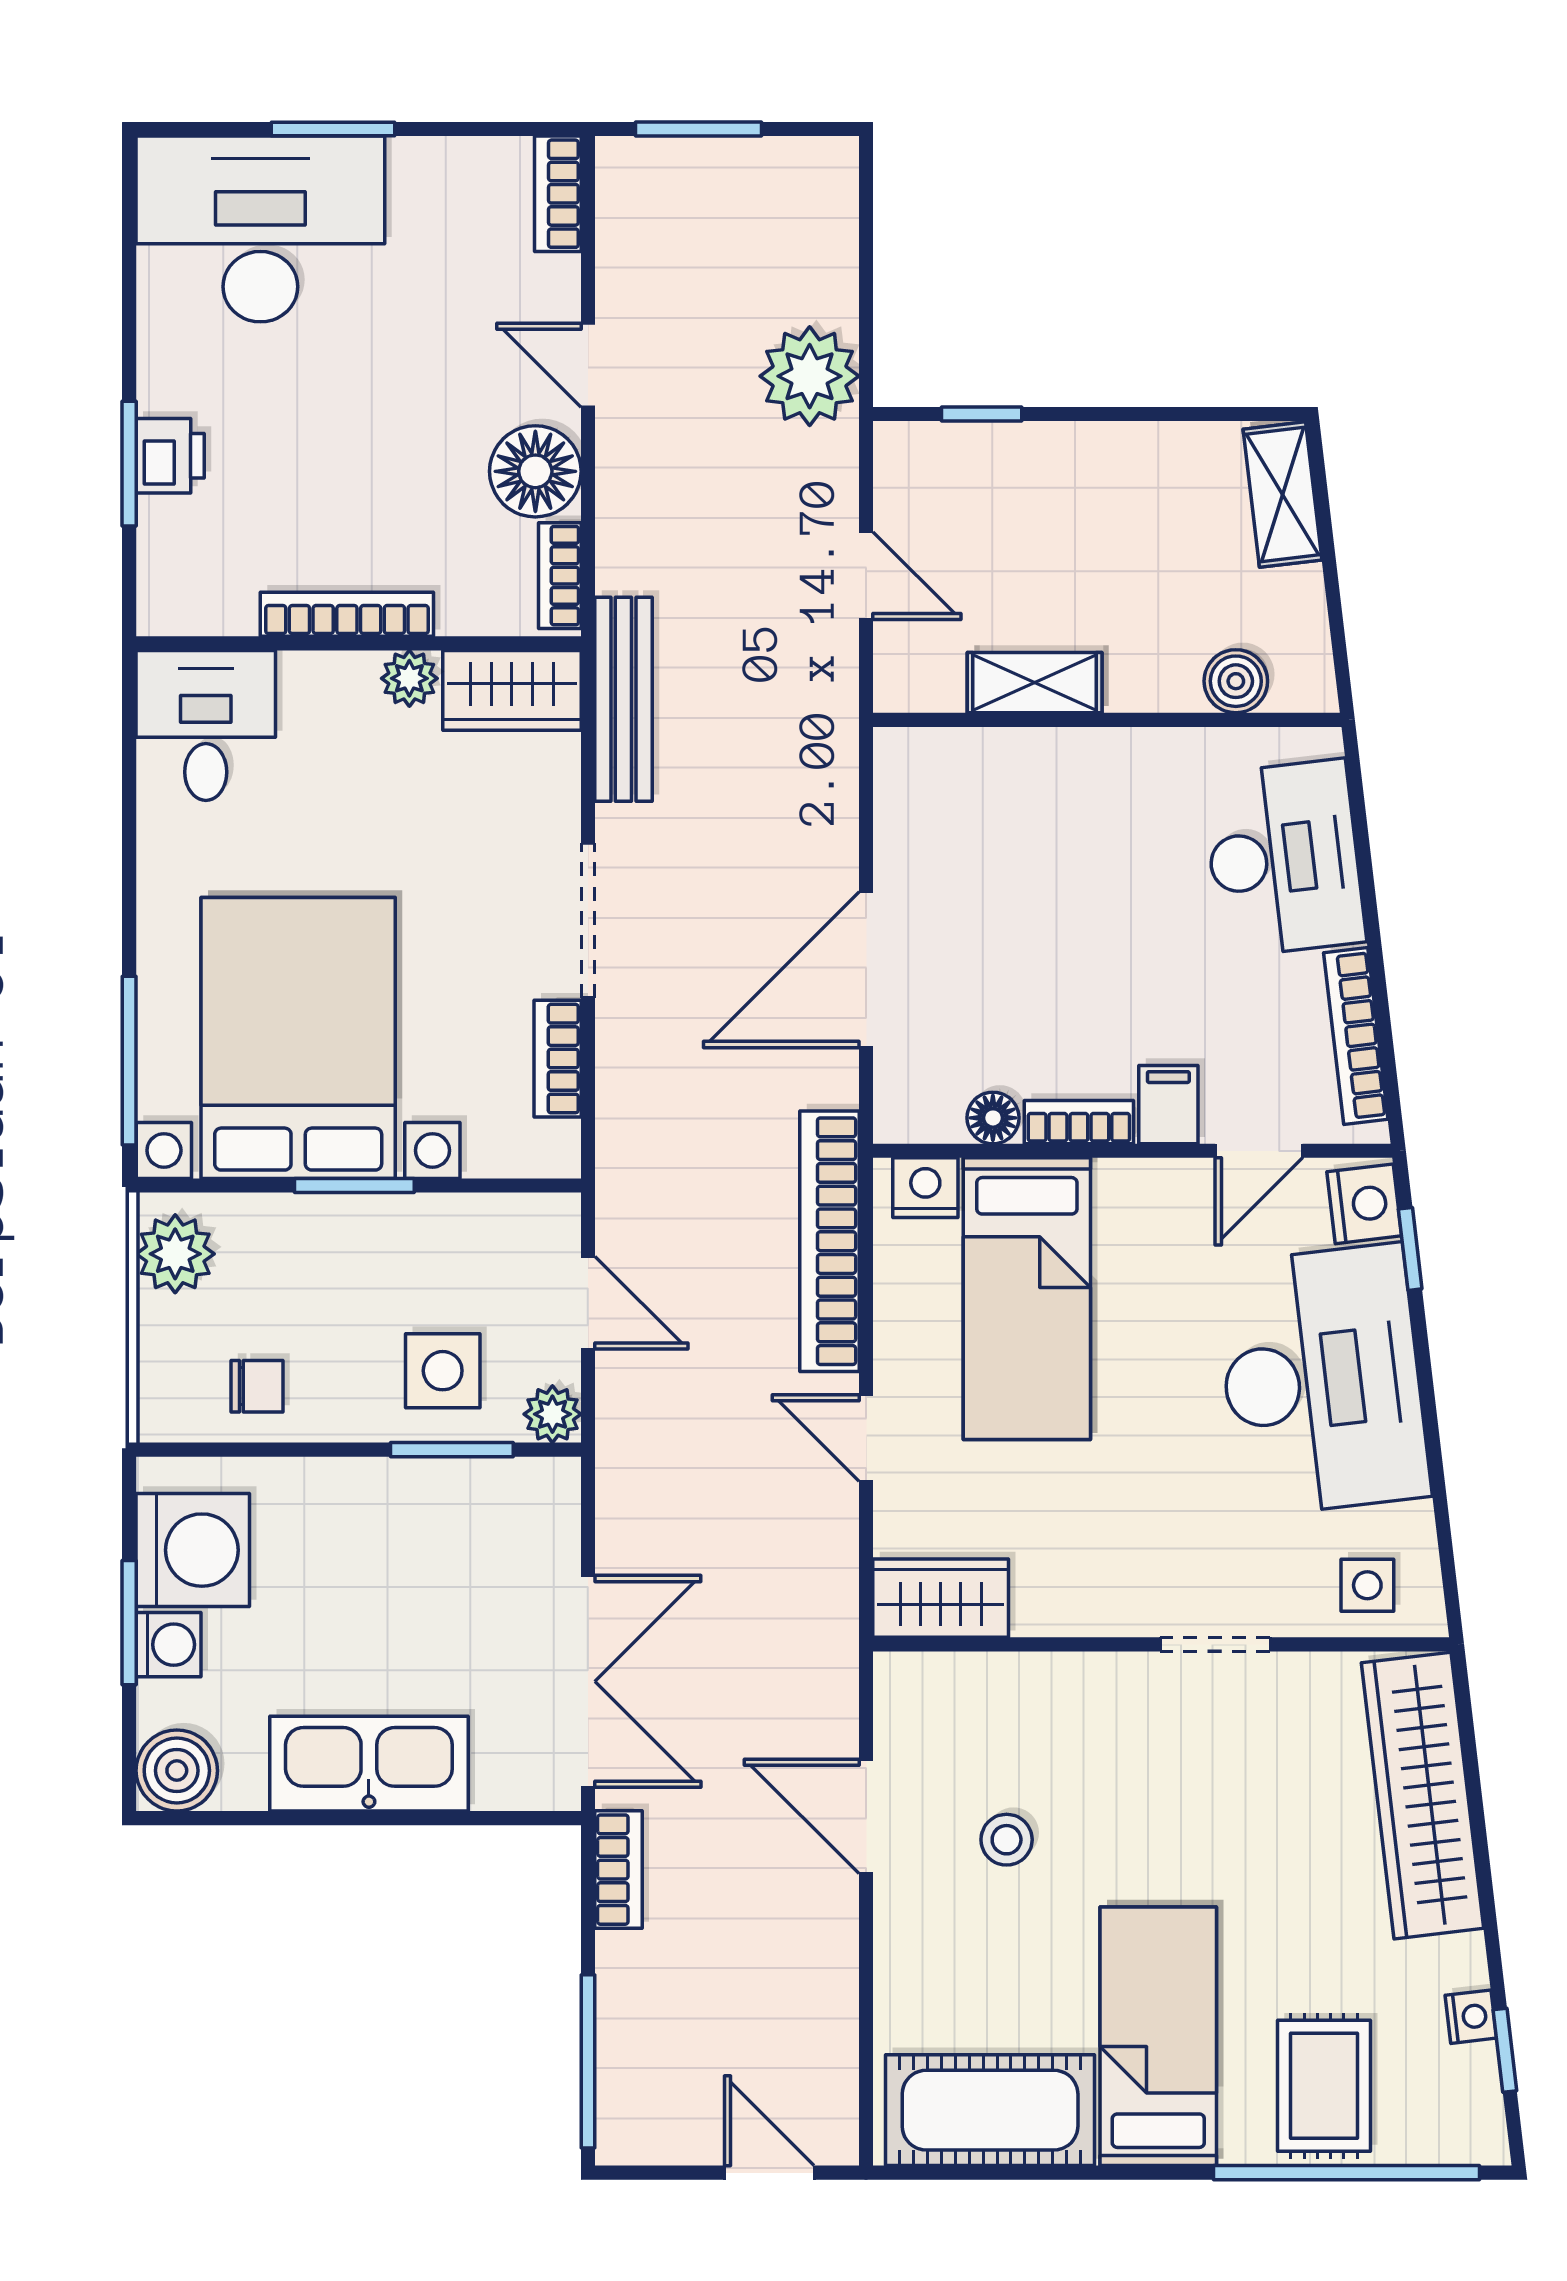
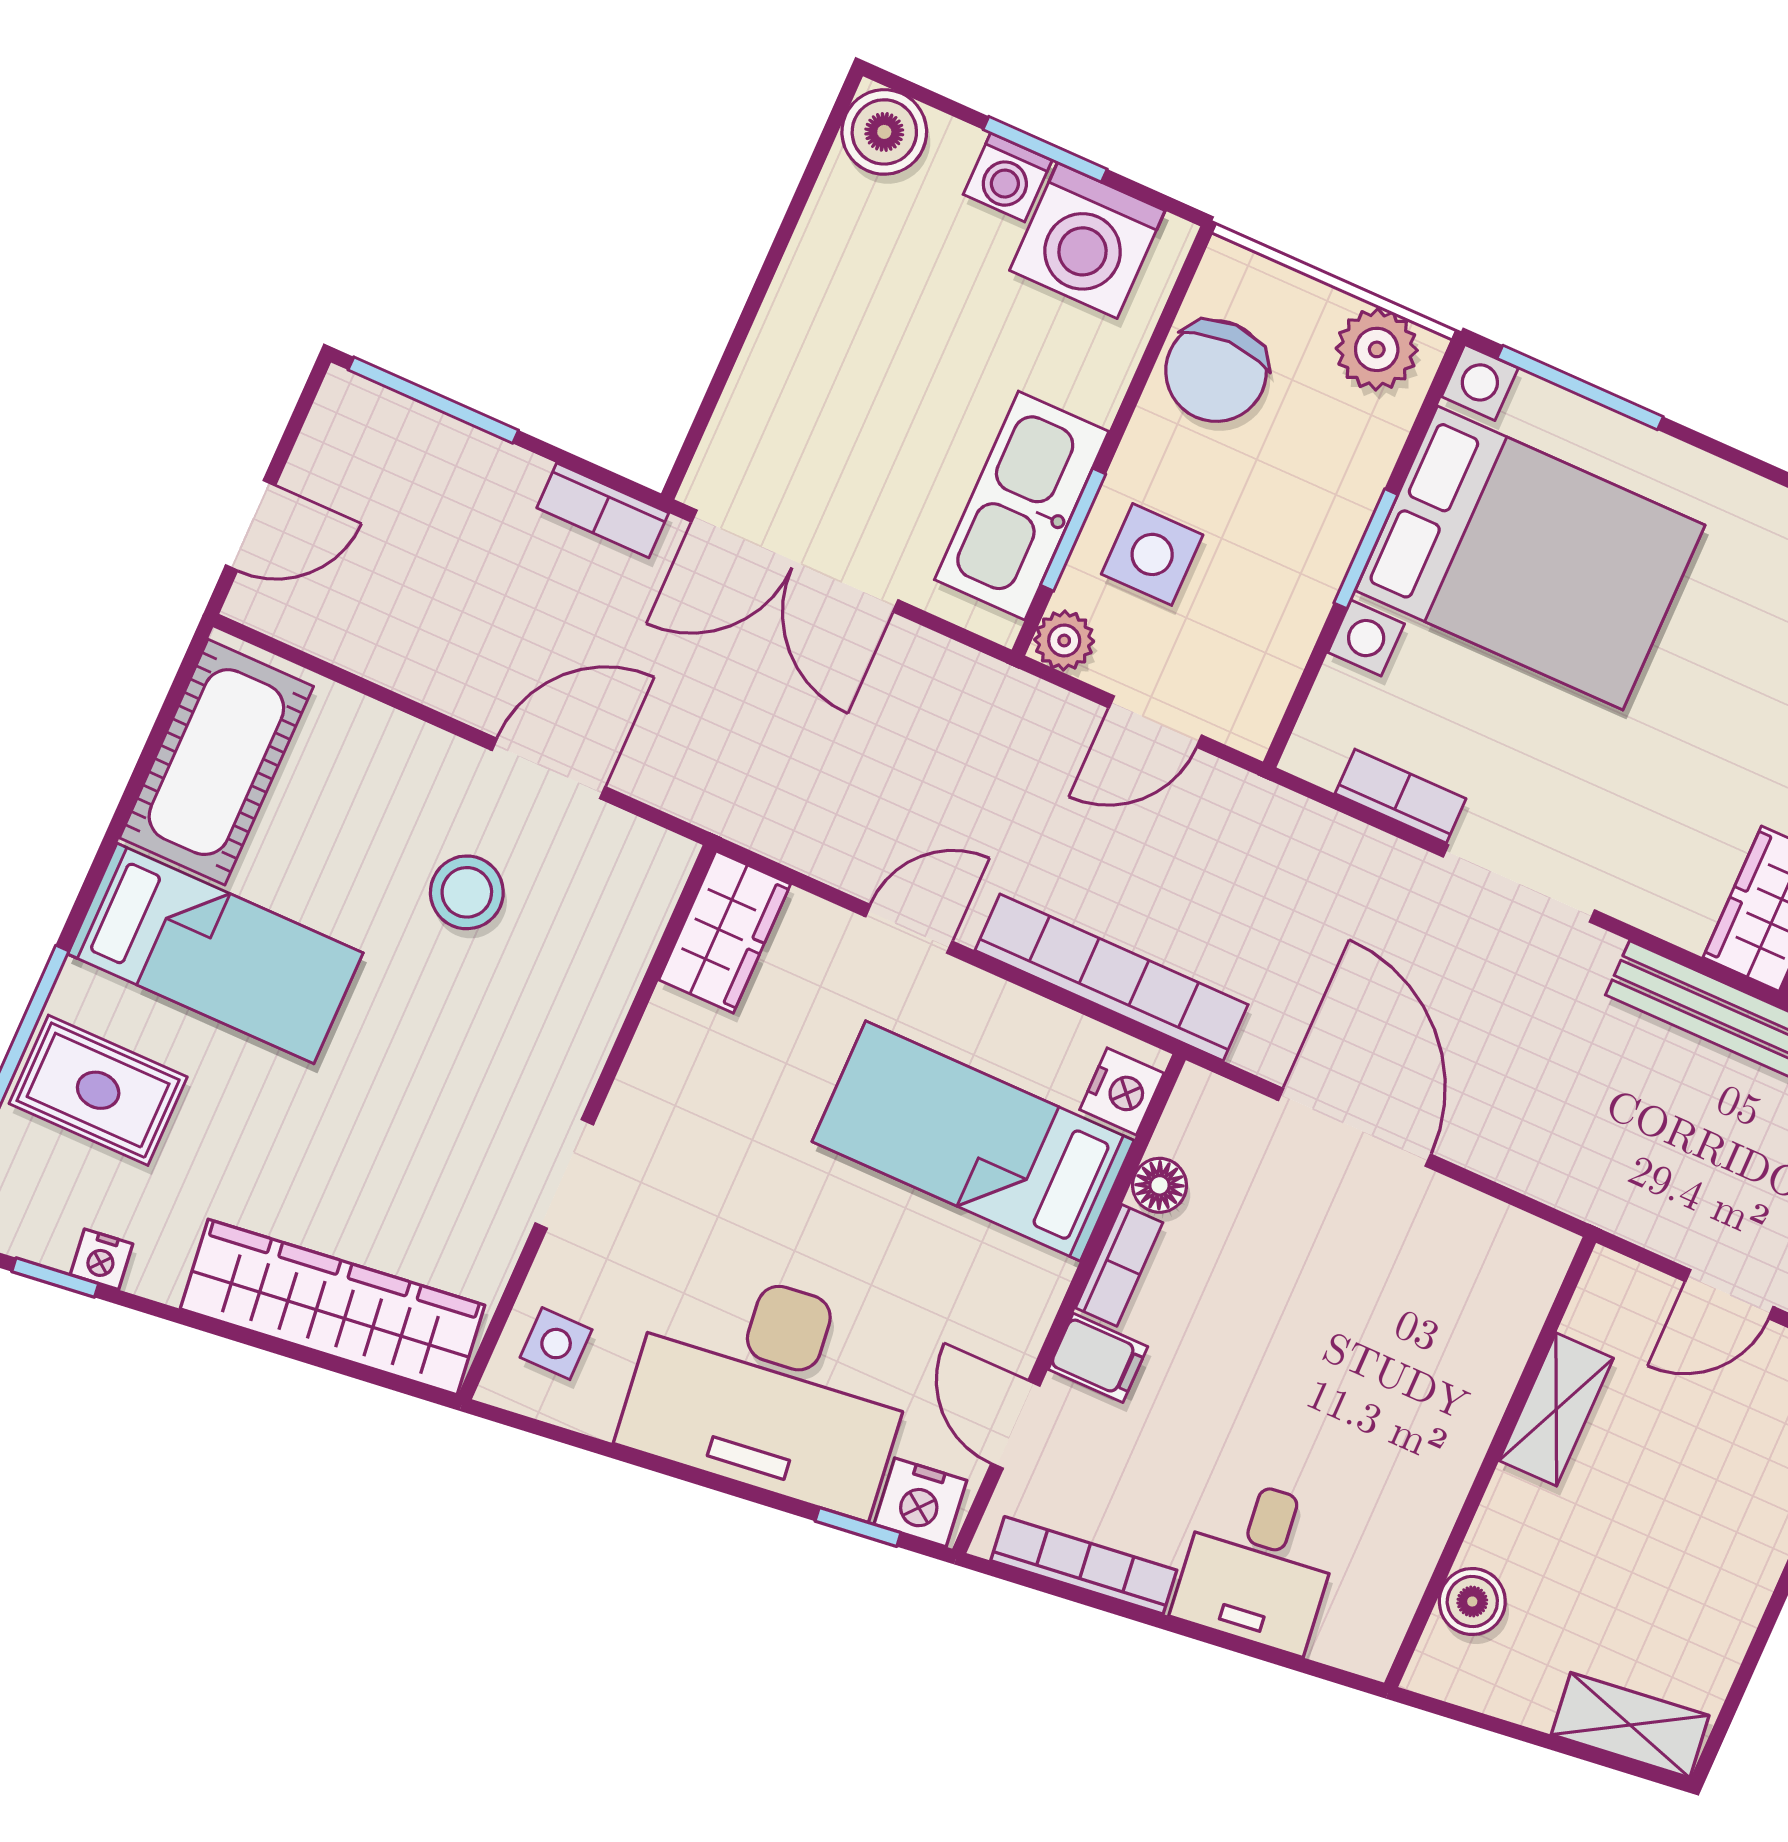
desk: (1284, 858) -> (1258, 1564), width x0.73
chair: (257, 1386) -> (1216, 371), width x1.87, depth x1.87
kitchen sink: (369, 1764) -> (1022, 506), moved, turned 180
stool: (1007, 1840) -> (467, 892), width x1.37, depth x1.37

